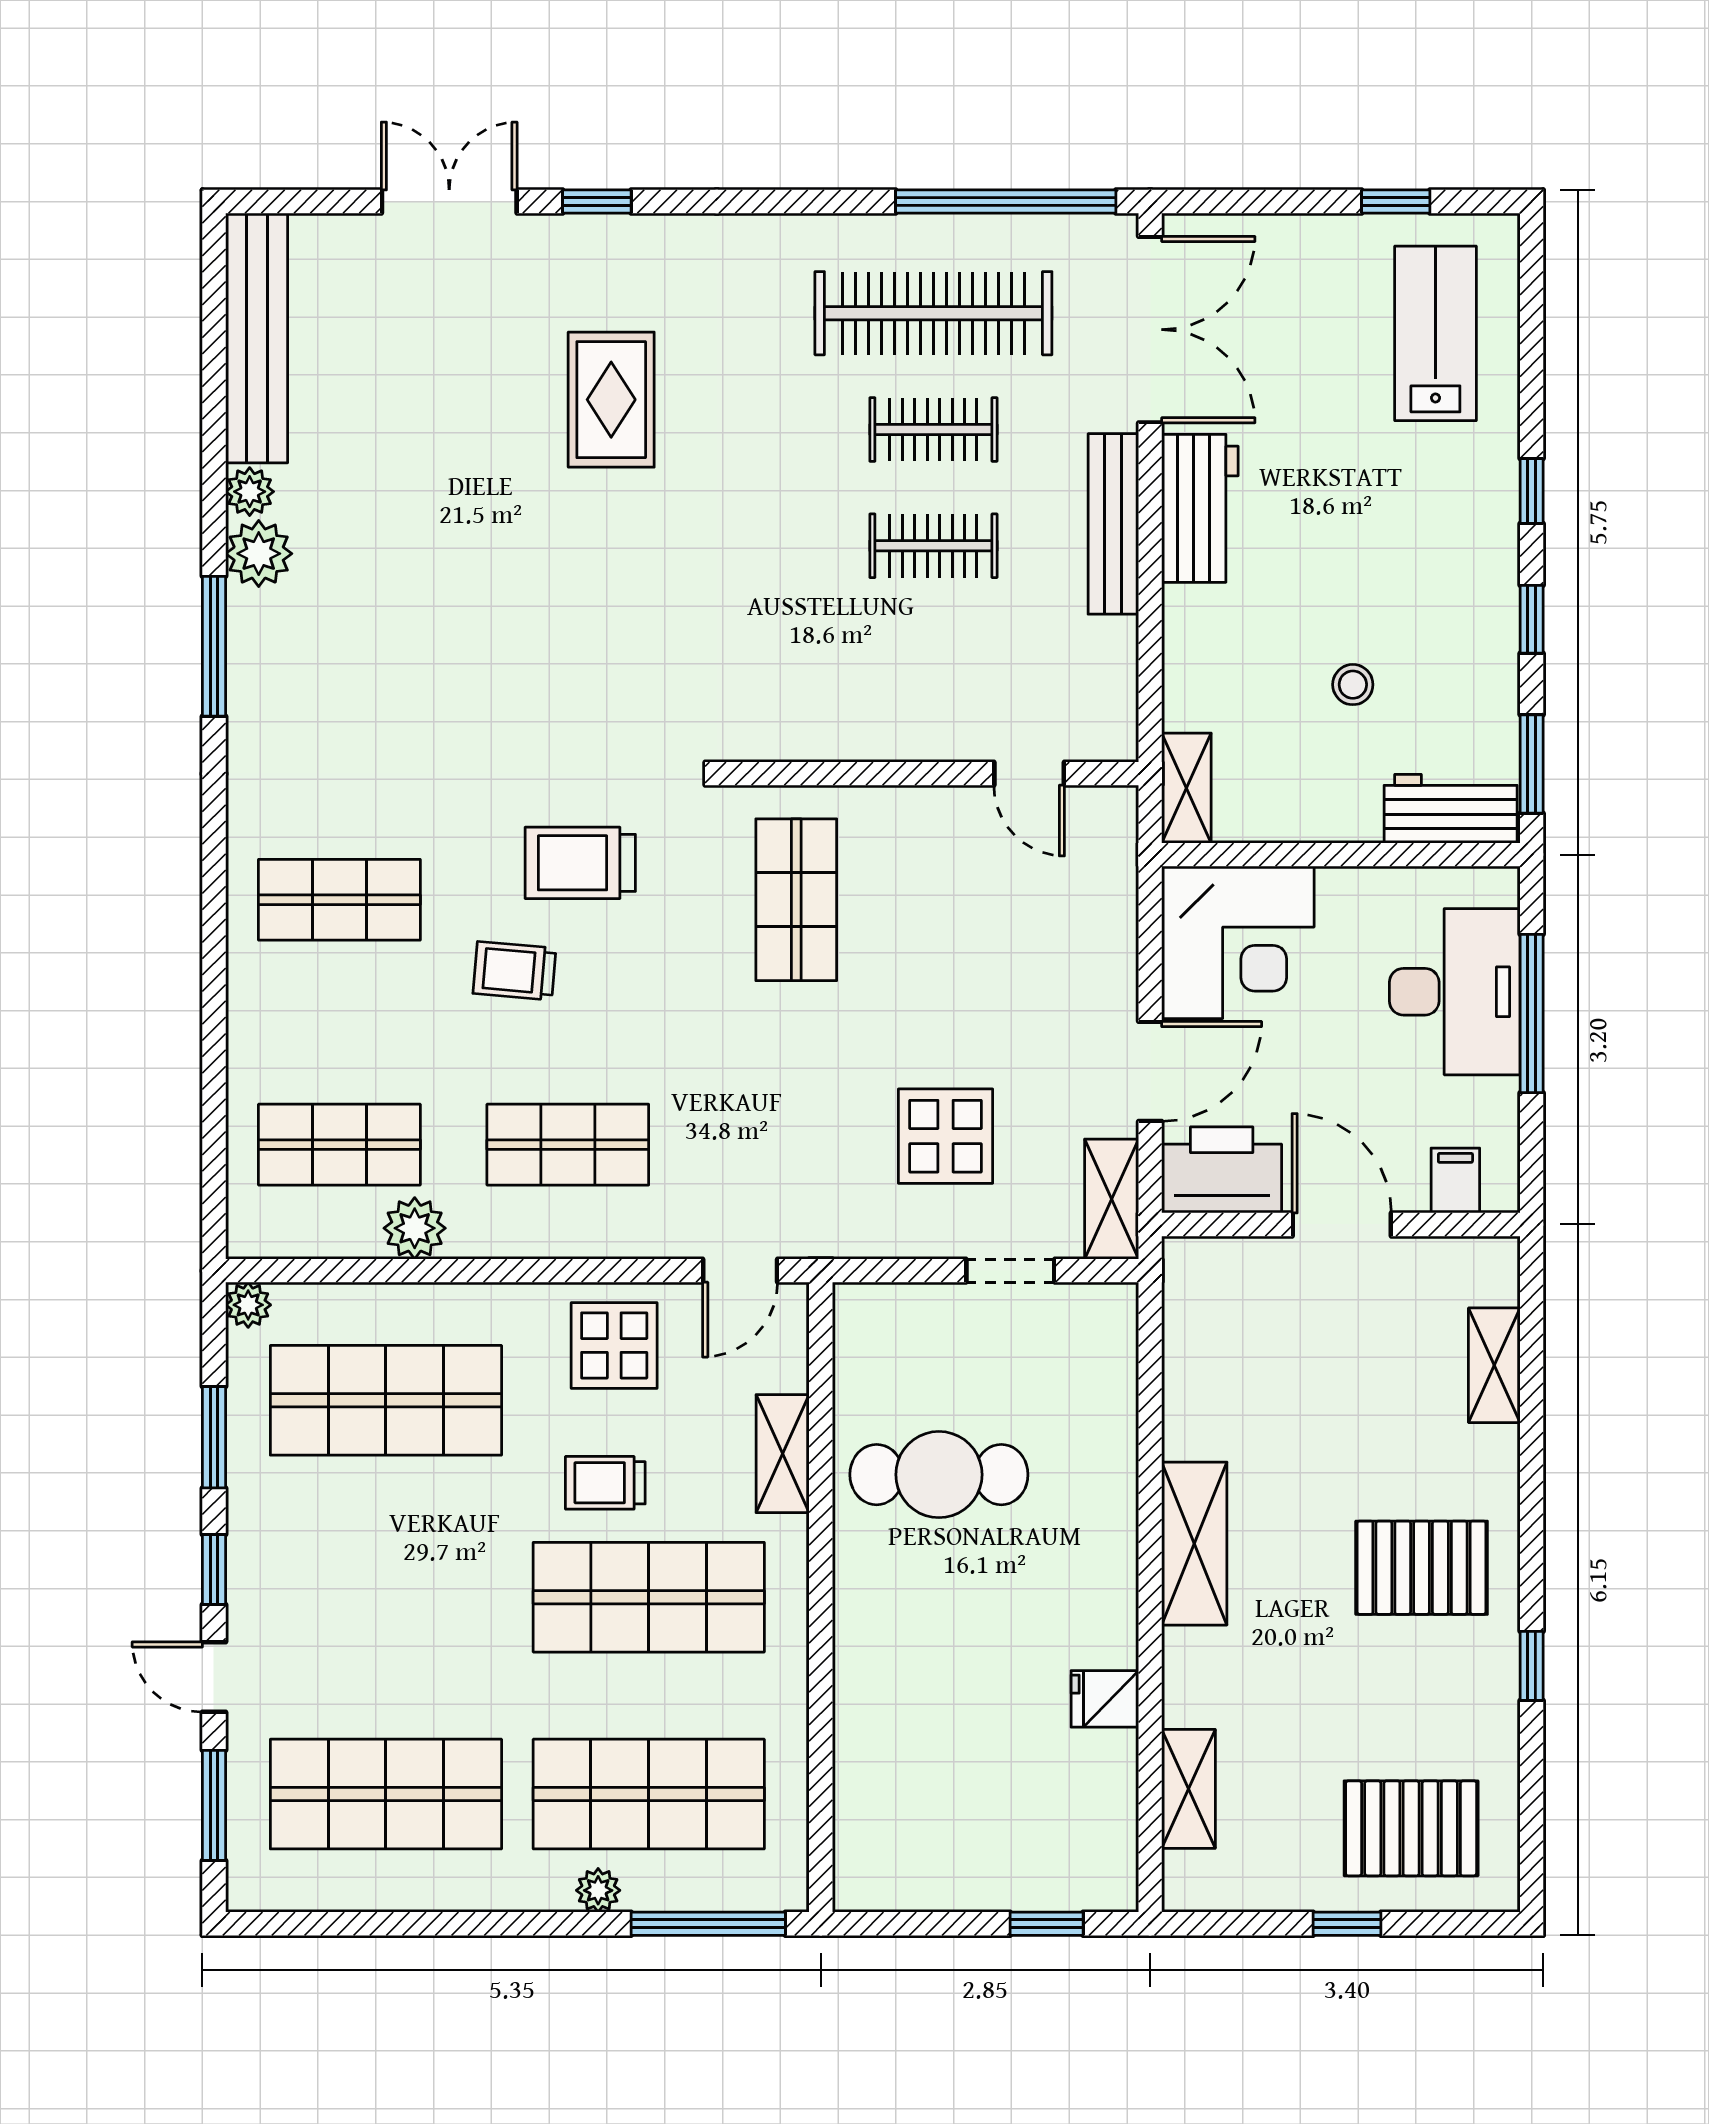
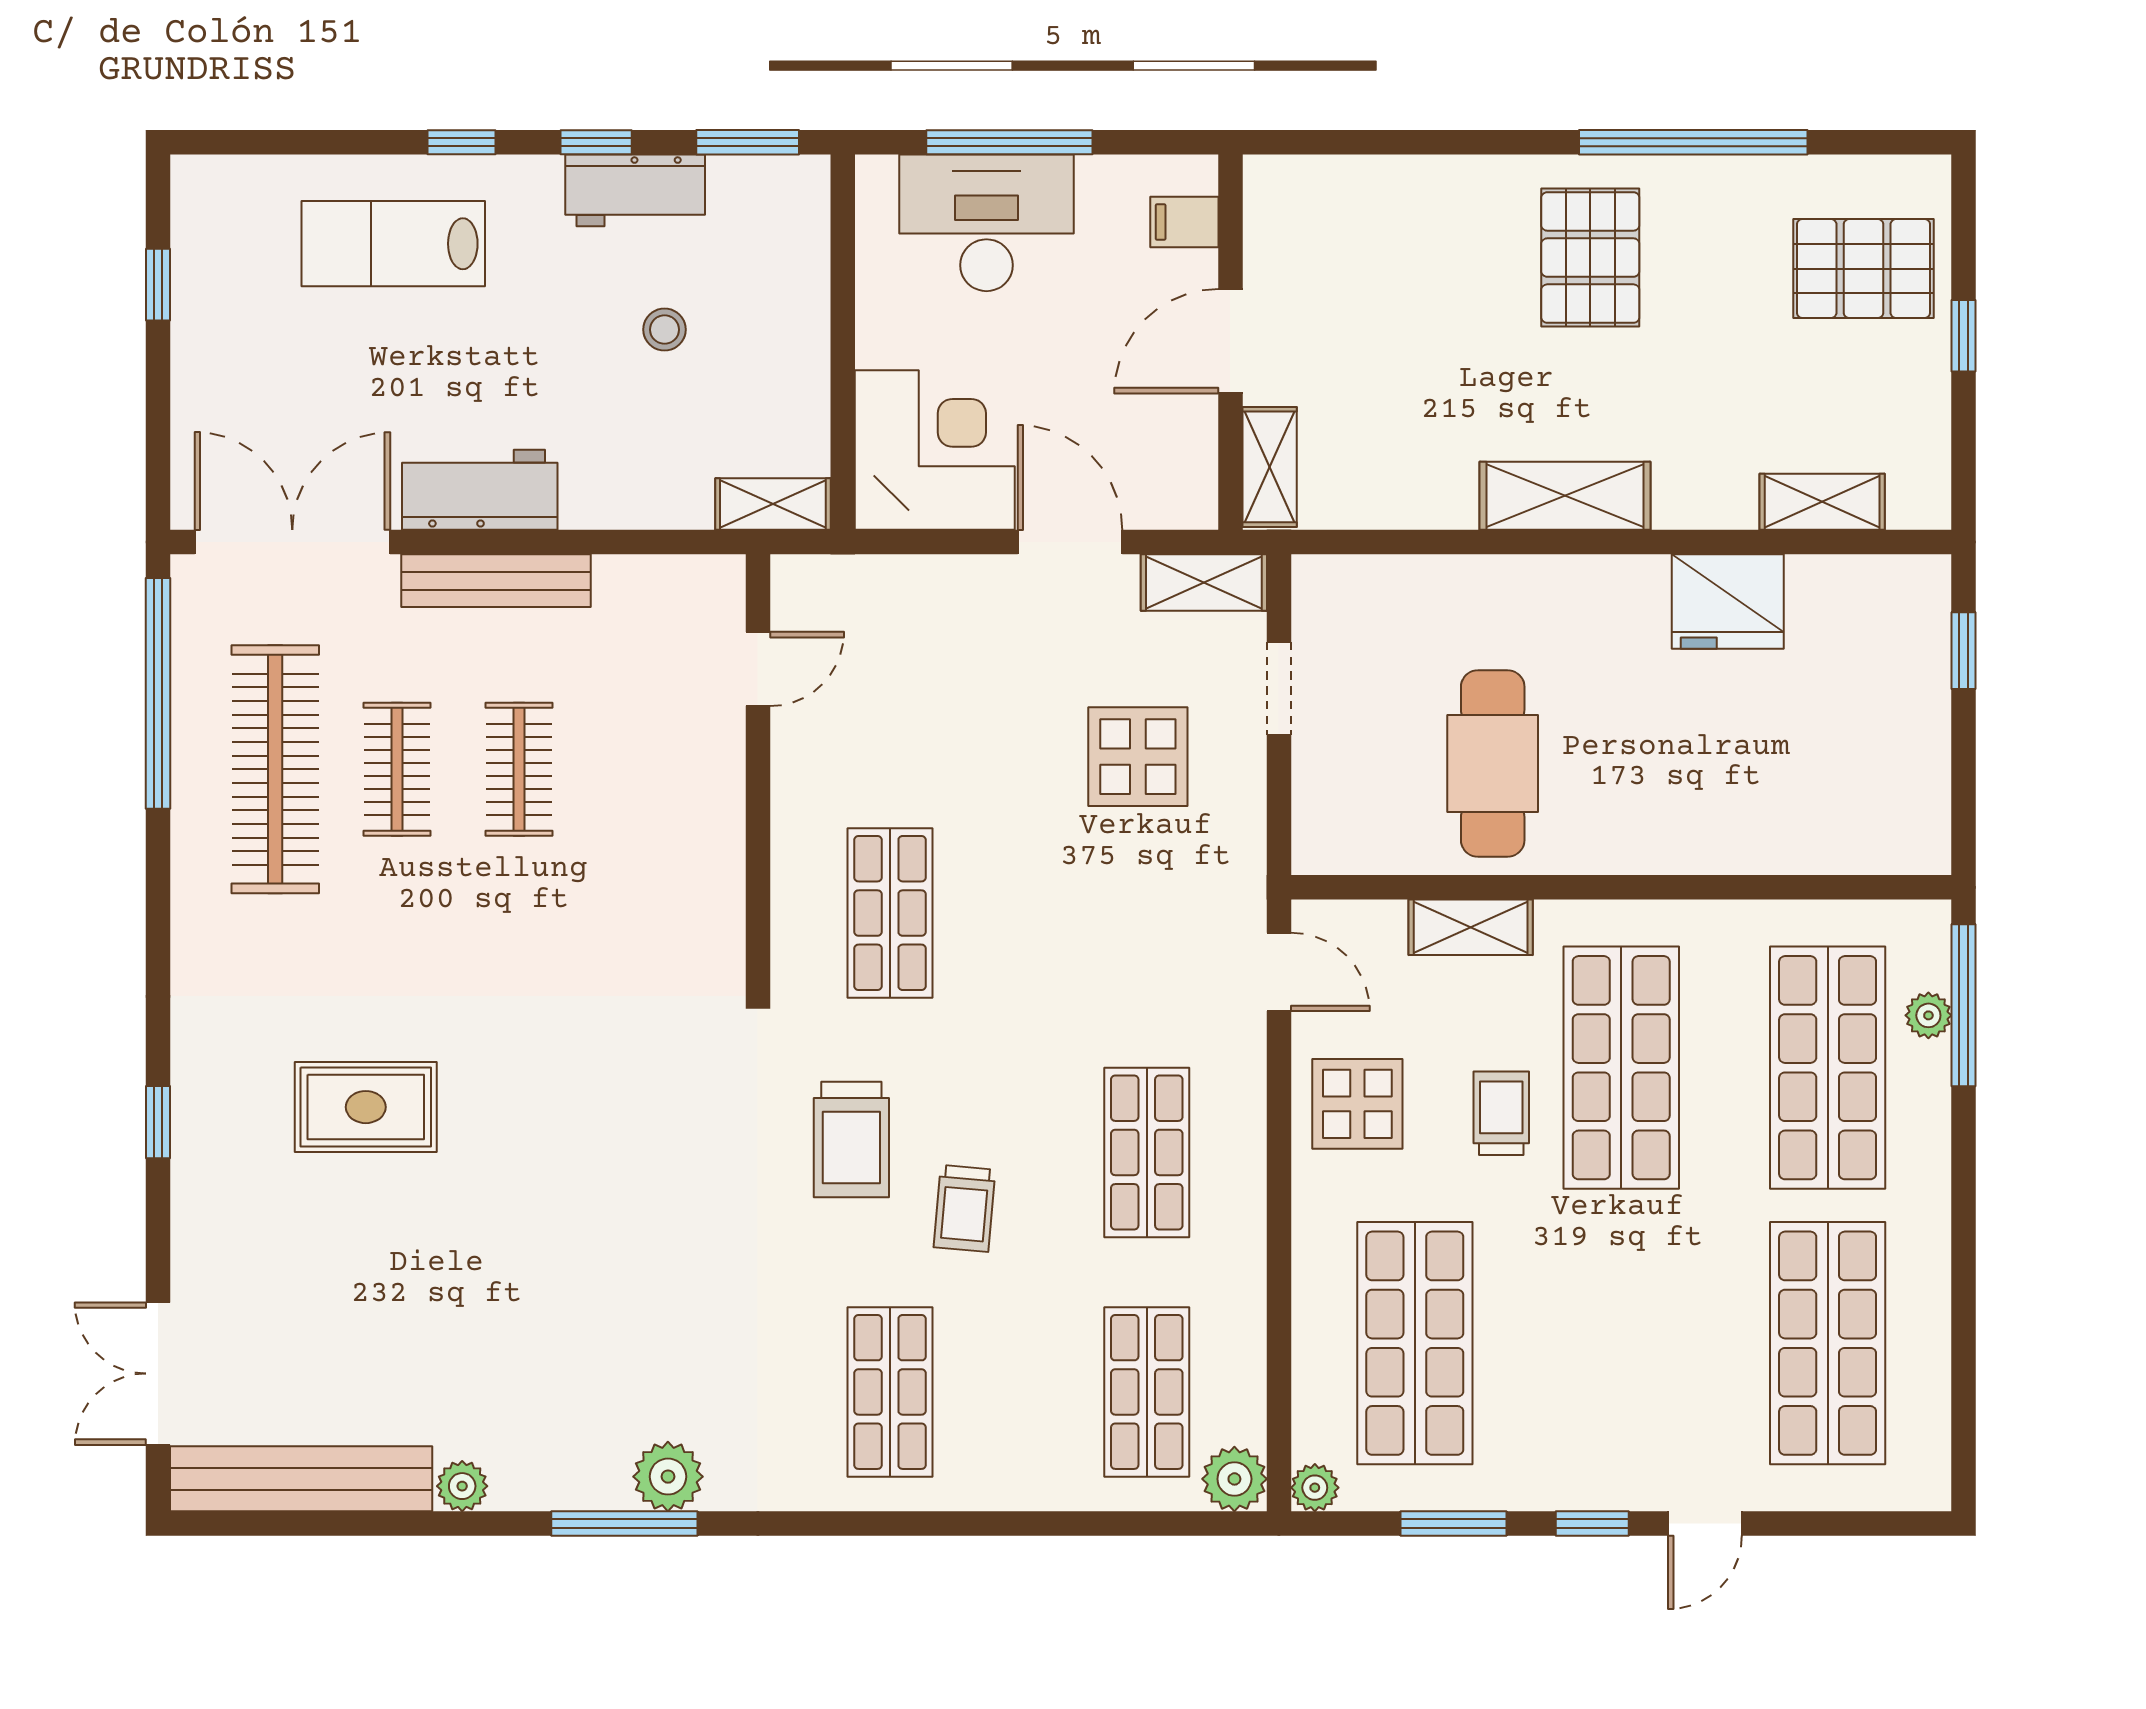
double door: (449, 202) -> (158, 1374), moved
lab bench: (1435, 333) -> (393, 244), moved
plant: (259, 554) -> (668, 1477), moved
workbench: (1451, 809) -> (635, 190), moved, turned -90
shop shelf: (796, 900) -> (890, 913), turned 90
printer: (1222, 1170) -> (1173, 467), removed
plant: (415, 1228) -> (1234, 1479), moved
shelving: (1494, 1365) -> (1270, 467), moved, turned 90
trolley: (605, 1483) -> (1501, 1113), turned 180
window: (1532, 1666) -> (1693, 142), width x3.17
fridge: (1105, 1699) -> (1728, 601), width x1.88, depth x1.34
window: (214, 1805) -> (1839, 1523), removed
pallet: (1411, 1828) -> (1863, 269), turned 90
plant: (598, 1890) -> (1928, 1015), moved

